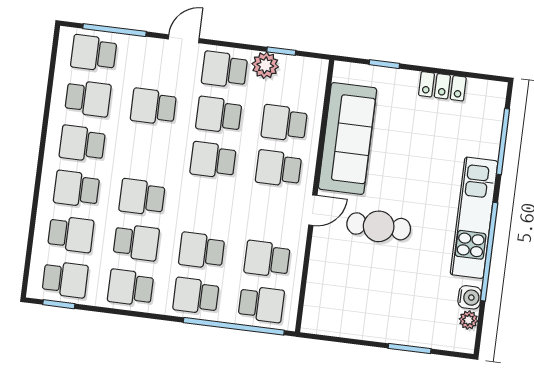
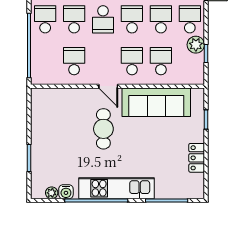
school desk: (261, 304) -> (103, 19), moved

